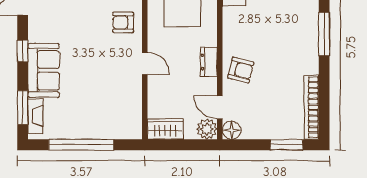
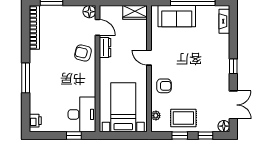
dresser: (209, 62) -> (105, 48), moved
sofa: (44, 70) -> (177, 16), moved, turned -90
window: (23, 108) -> (233, 27), removed
plant: (207, 129) -> (106, 12), removed

